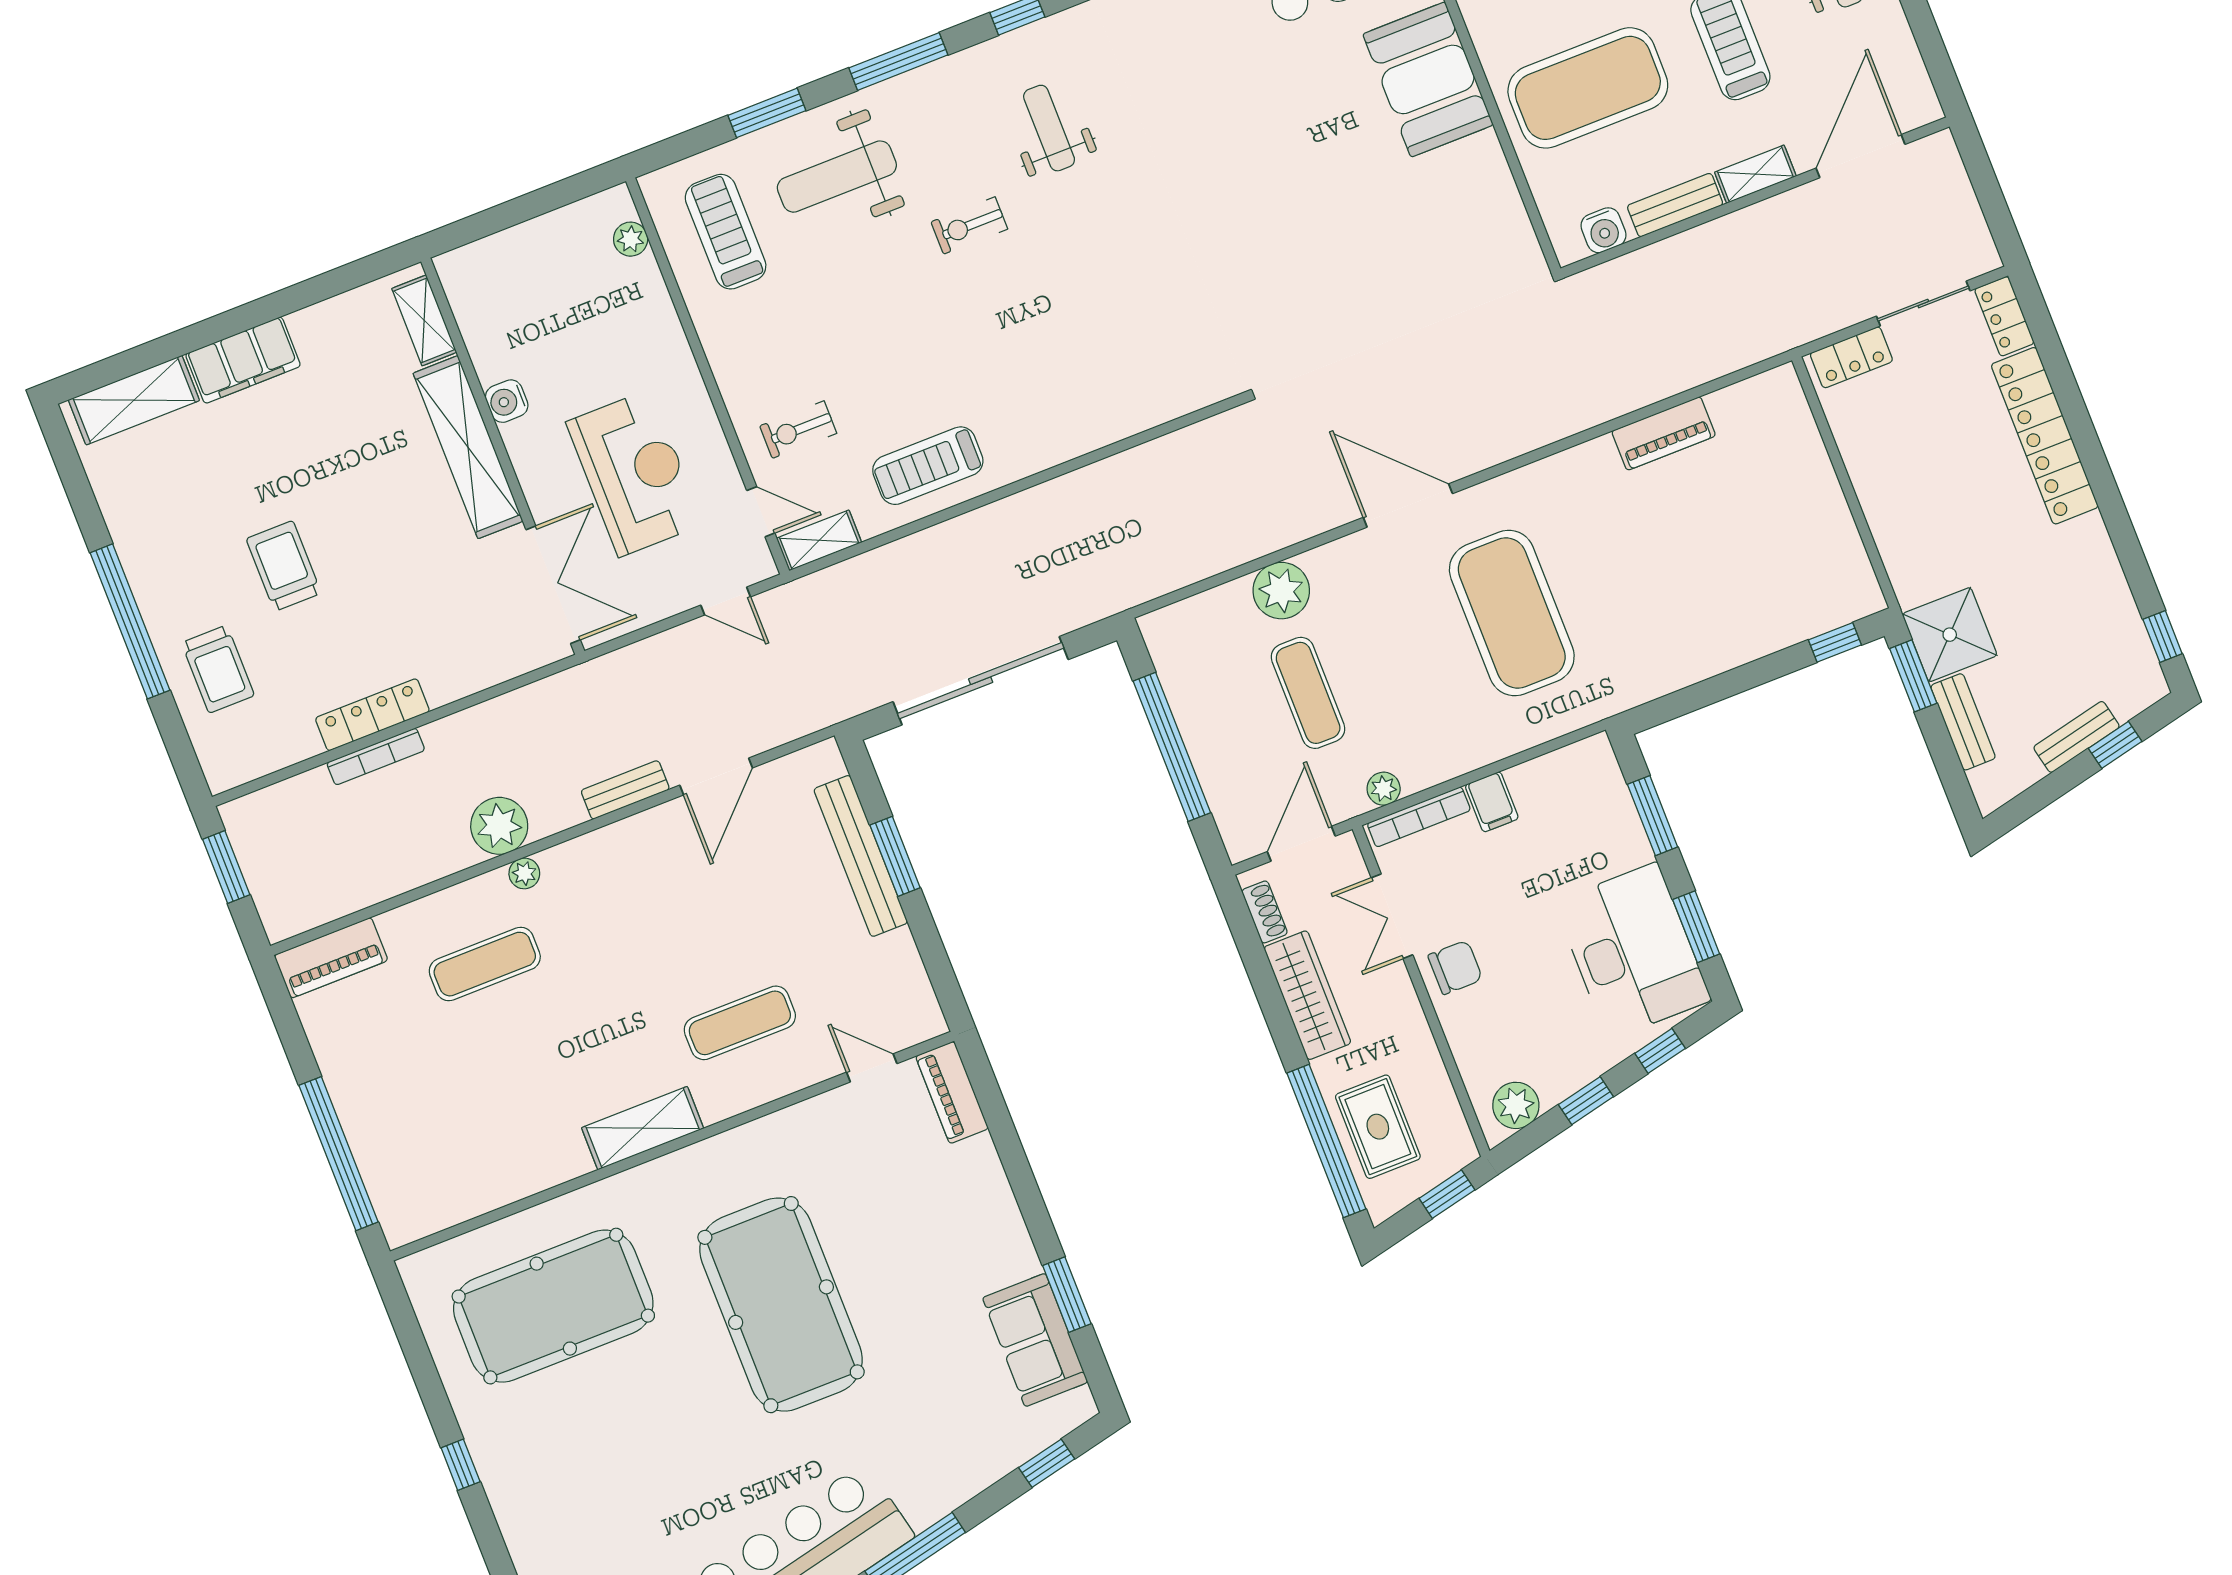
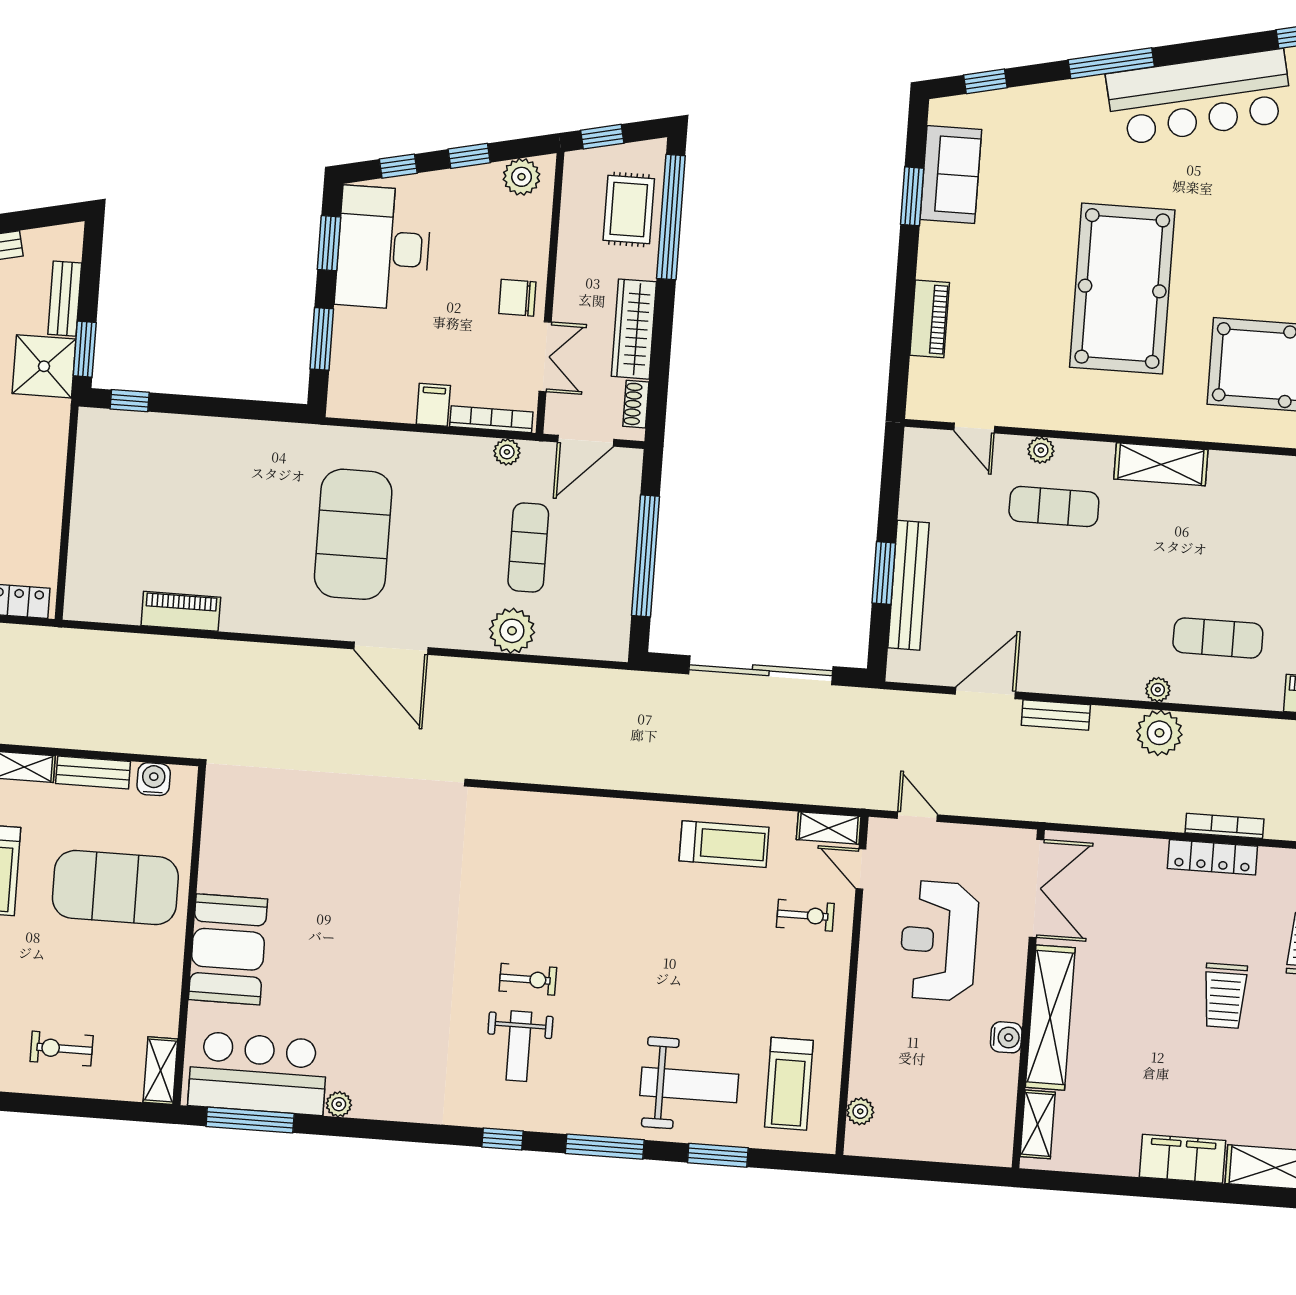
exercise bike: (969, 225) -> (528, 979), moved
double door: (553, 585) -> (1037, 888), swing flipped
plant: (785, 1079) -> (1041, 450), added
piano: (952, 1092) -> (930, 319), moved

